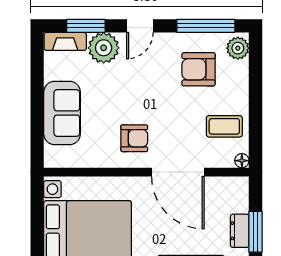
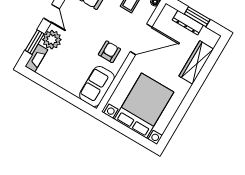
sofa: (62, 113) -> (97, 86), moved, turned -90
dresser: (240, 231) -> (188, 23), width x1.44

